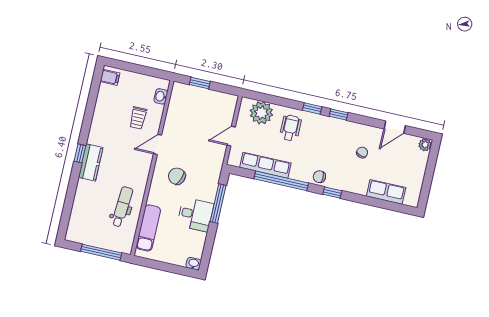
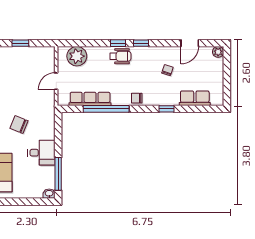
wheelchair: (290, 128) -> (120, 56), moved, turned 90
window: (332, 193) -> (167, 109), moved
window: (218, 203) -> (58, 174), moved

